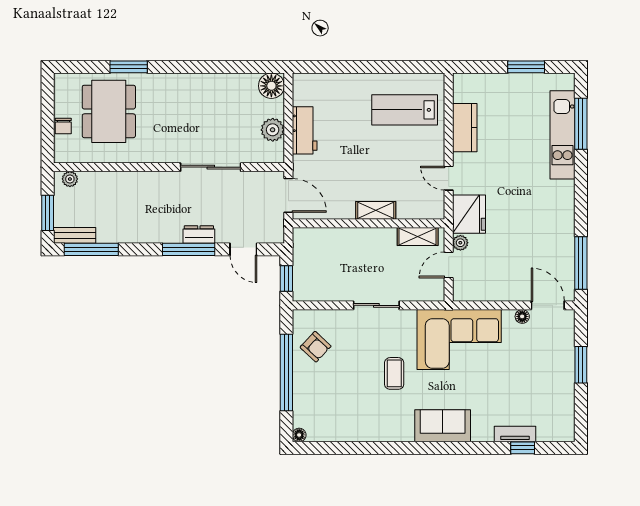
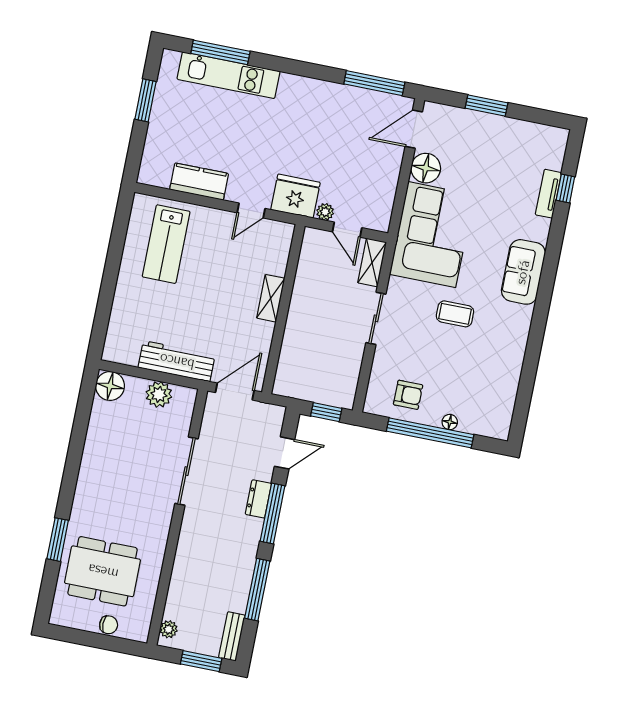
workbench: (305, 130) -> (177, 361), width x1.37
shelving: (418, 236) -> (372, 263), moved
window: (91, 249) -> (257, 590), moved
floor lamp: (522, 316) -> (426, 168), width x1.89, depth x1.89
armchair: (316, 347) -> (408, 395), turned 47
floor lamp: (299, 435) -> (450, 422), moved

